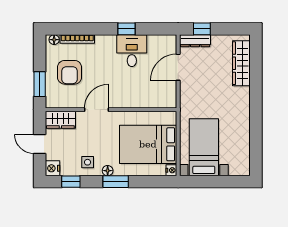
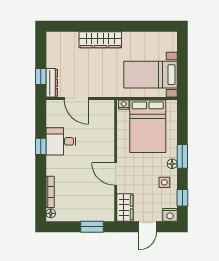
wardrobe: (241, 63) -> (100, 40), moved
armchair: (70, 72) -> (81, 199), removed
nightstand: (171, 170) -> (124, 105), moved

